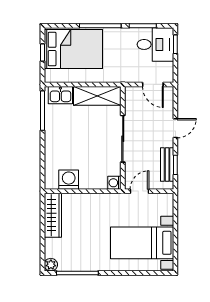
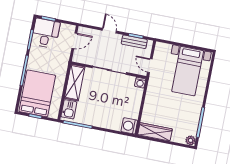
washing machine: (69, 180) -> (129, 126), moved

